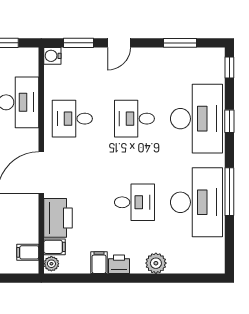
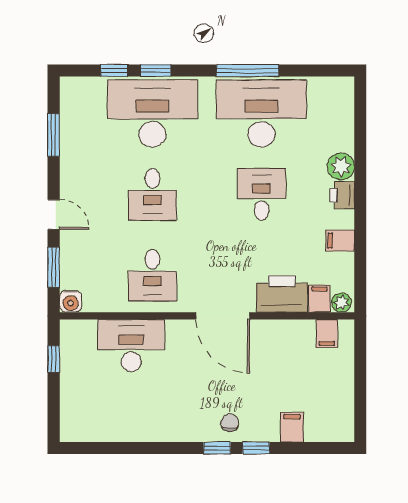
window: (229, 68) -> (114, 71), moved
printer: (119, 264) -> (342, 195), moved

